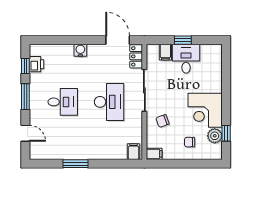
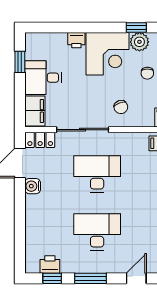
window: (183, 40) -> (20, 62), moved
water cooler: (80, 50) -> (33, 186), moved
filing cabinet: (165, 52) -> (35, 111), width x2.00
printer: (216, 85) -> (76, 40), added
desk: (63, 102) -> (97, 232), width x1.37

